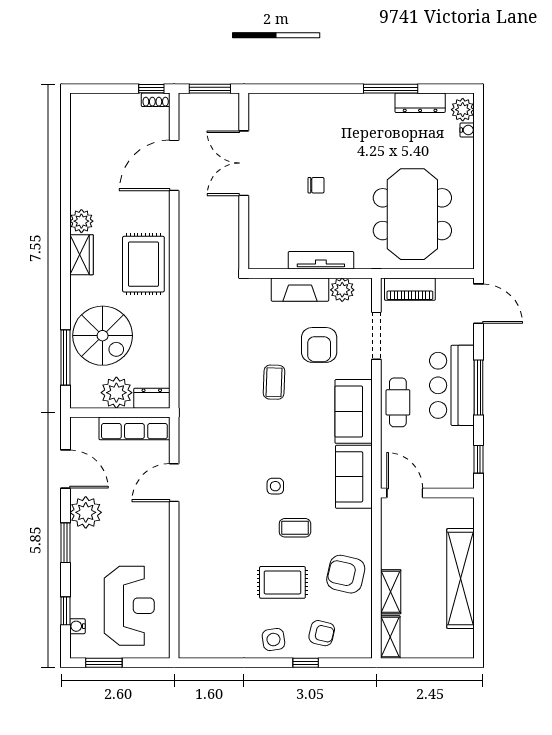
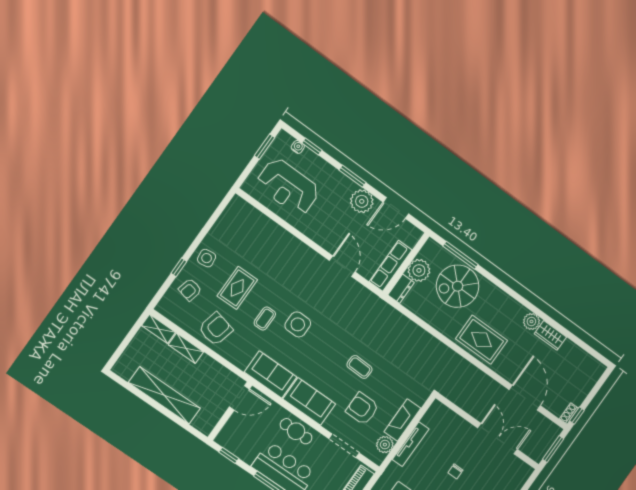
wardrobe: (82, 255) -> (550, 335), moved
side table: (275, 486) -> (298, 324), width x1.87, depth x1.87

